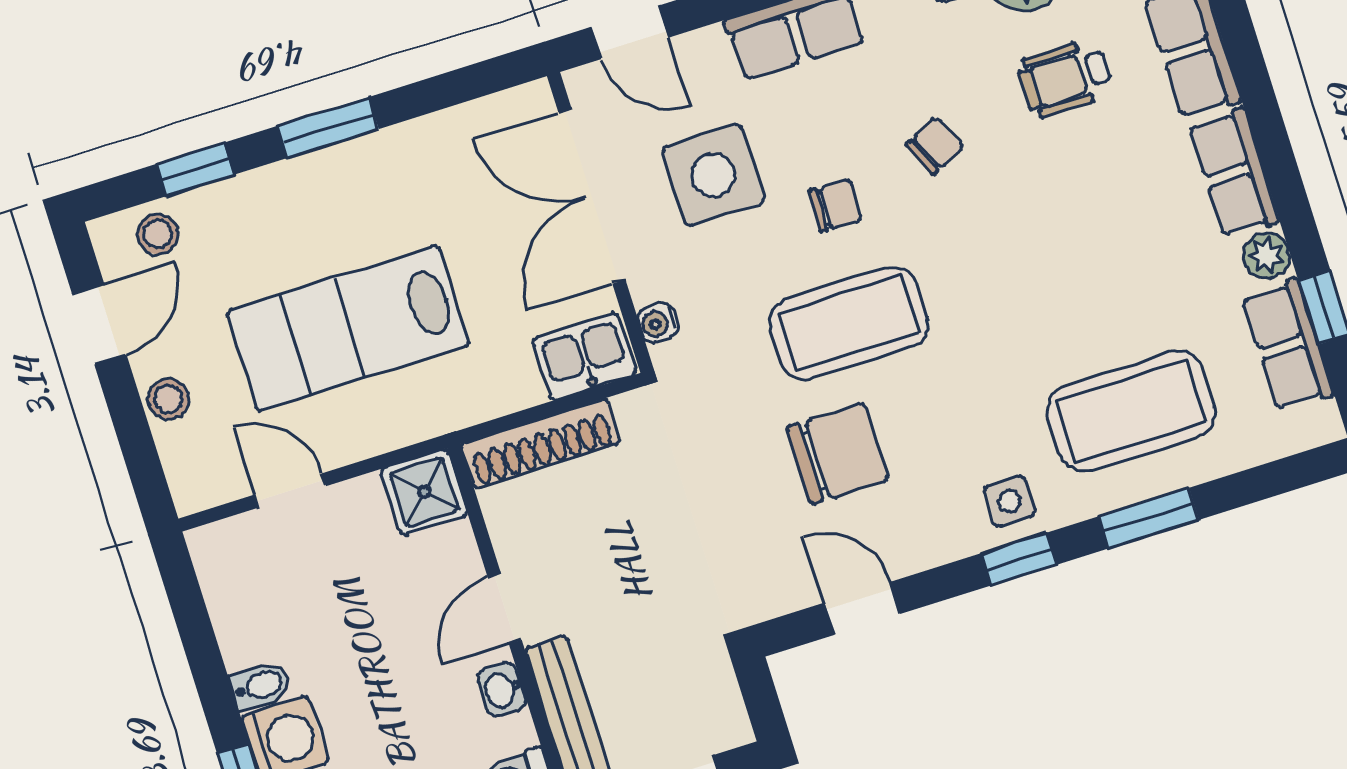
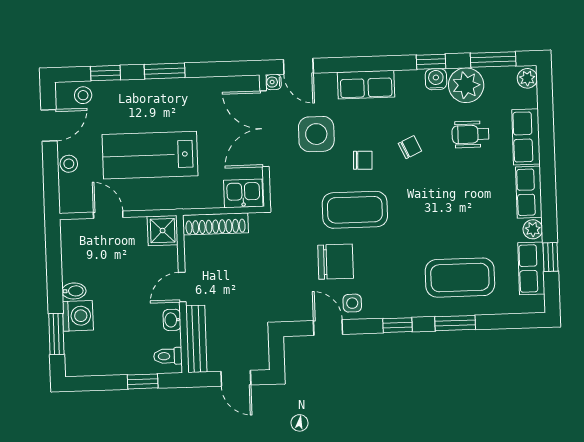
water cooler: (658, 323) -> (273, 82), moved
side table: (1010, 501) -> (352, 303), moved

